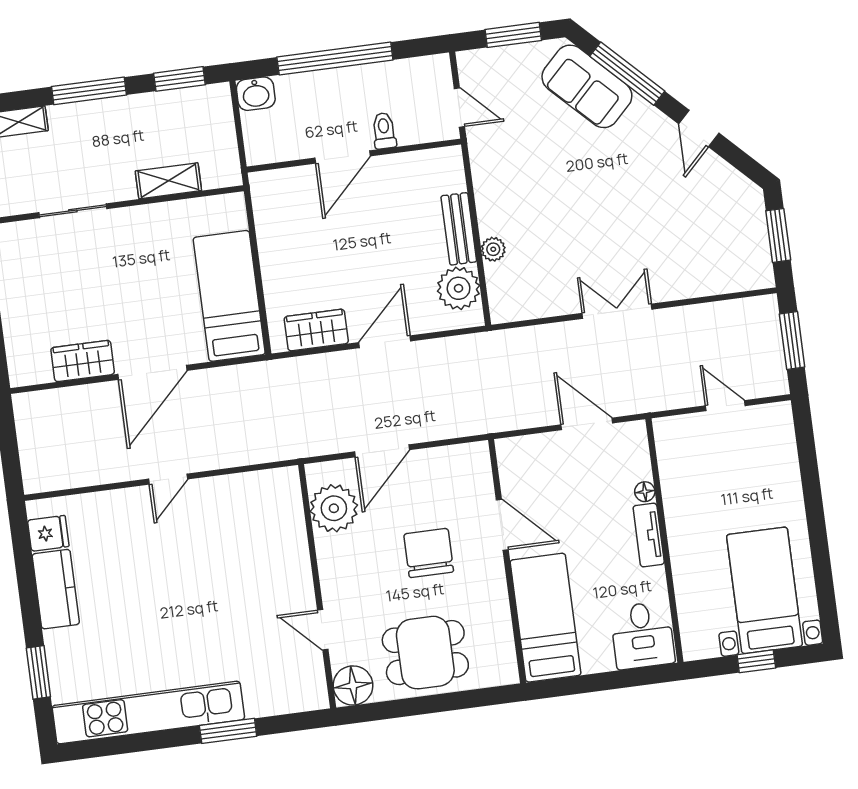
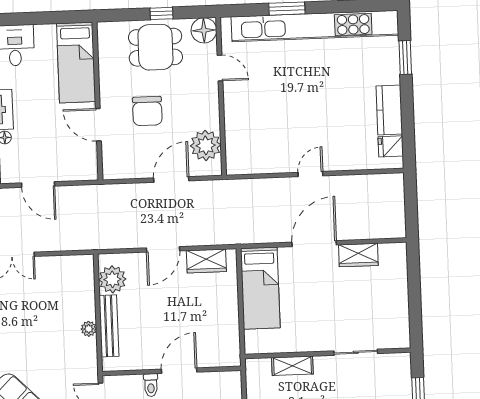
bench: (459, 229) -> (109, 326), width x1.36
plant: (493, 249) -> (89, 329), moved
window: (421, 705) -> (161, 13), added
kitchen unit: (148, 713) -> (315, 26), width x1.36

